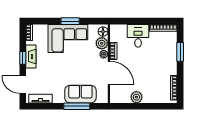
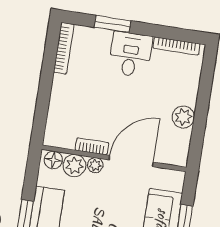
desk: (138, 36) -> (130, 54), moved, turned 90

